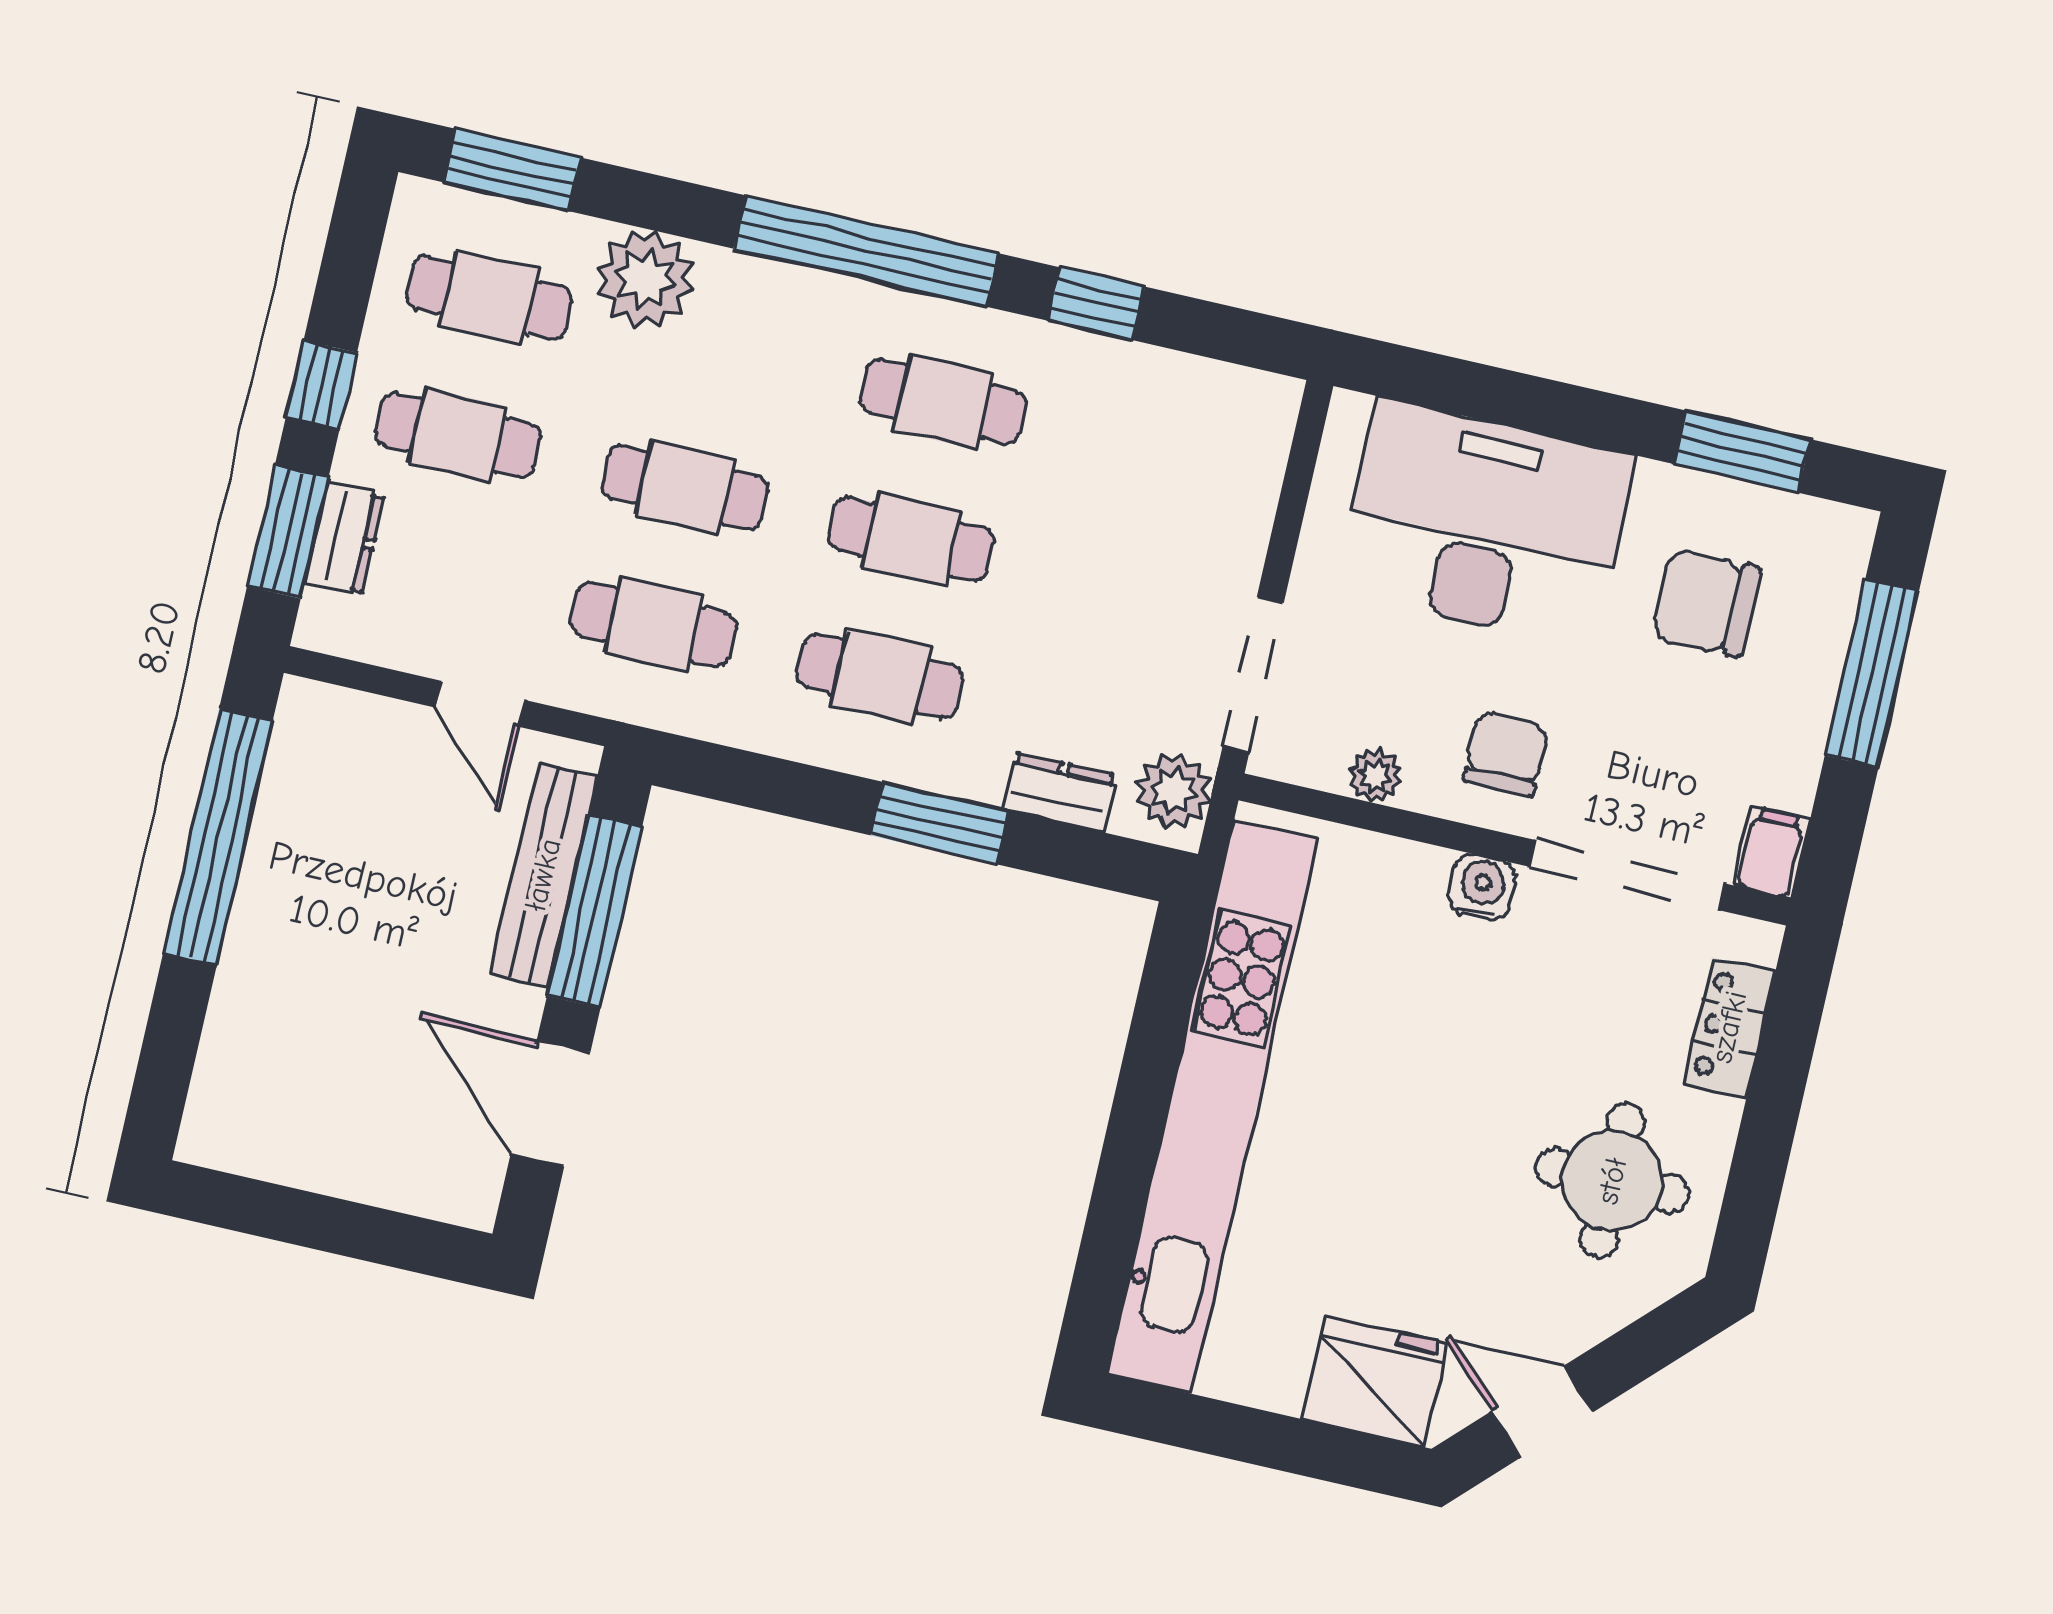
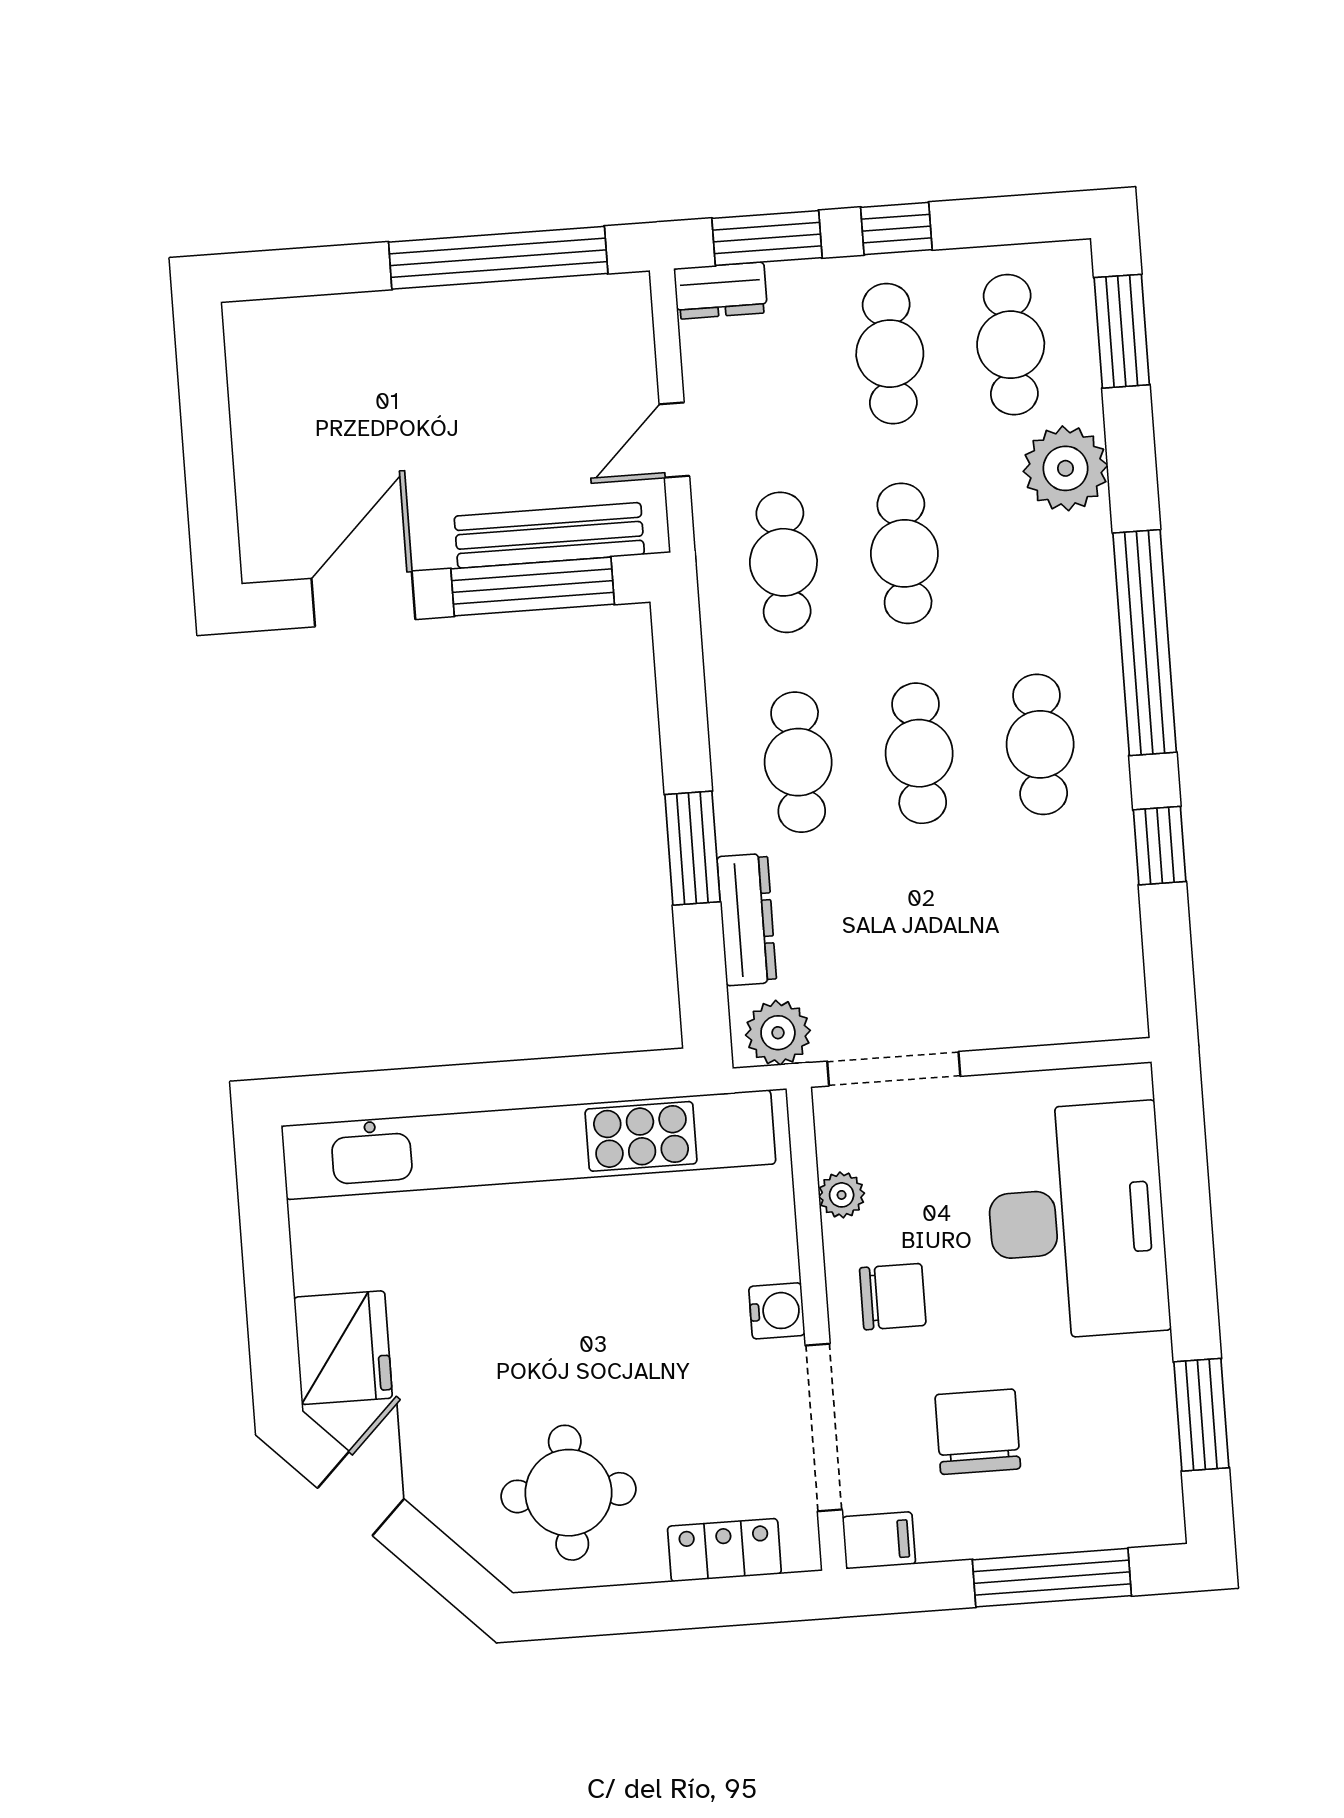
dresser: (345, 539) -> (721, 291), moved
chair: (1706, 603) -> (978, 1432), moved
dresser: (1060, 792) -> (747, 920), width x1.44

